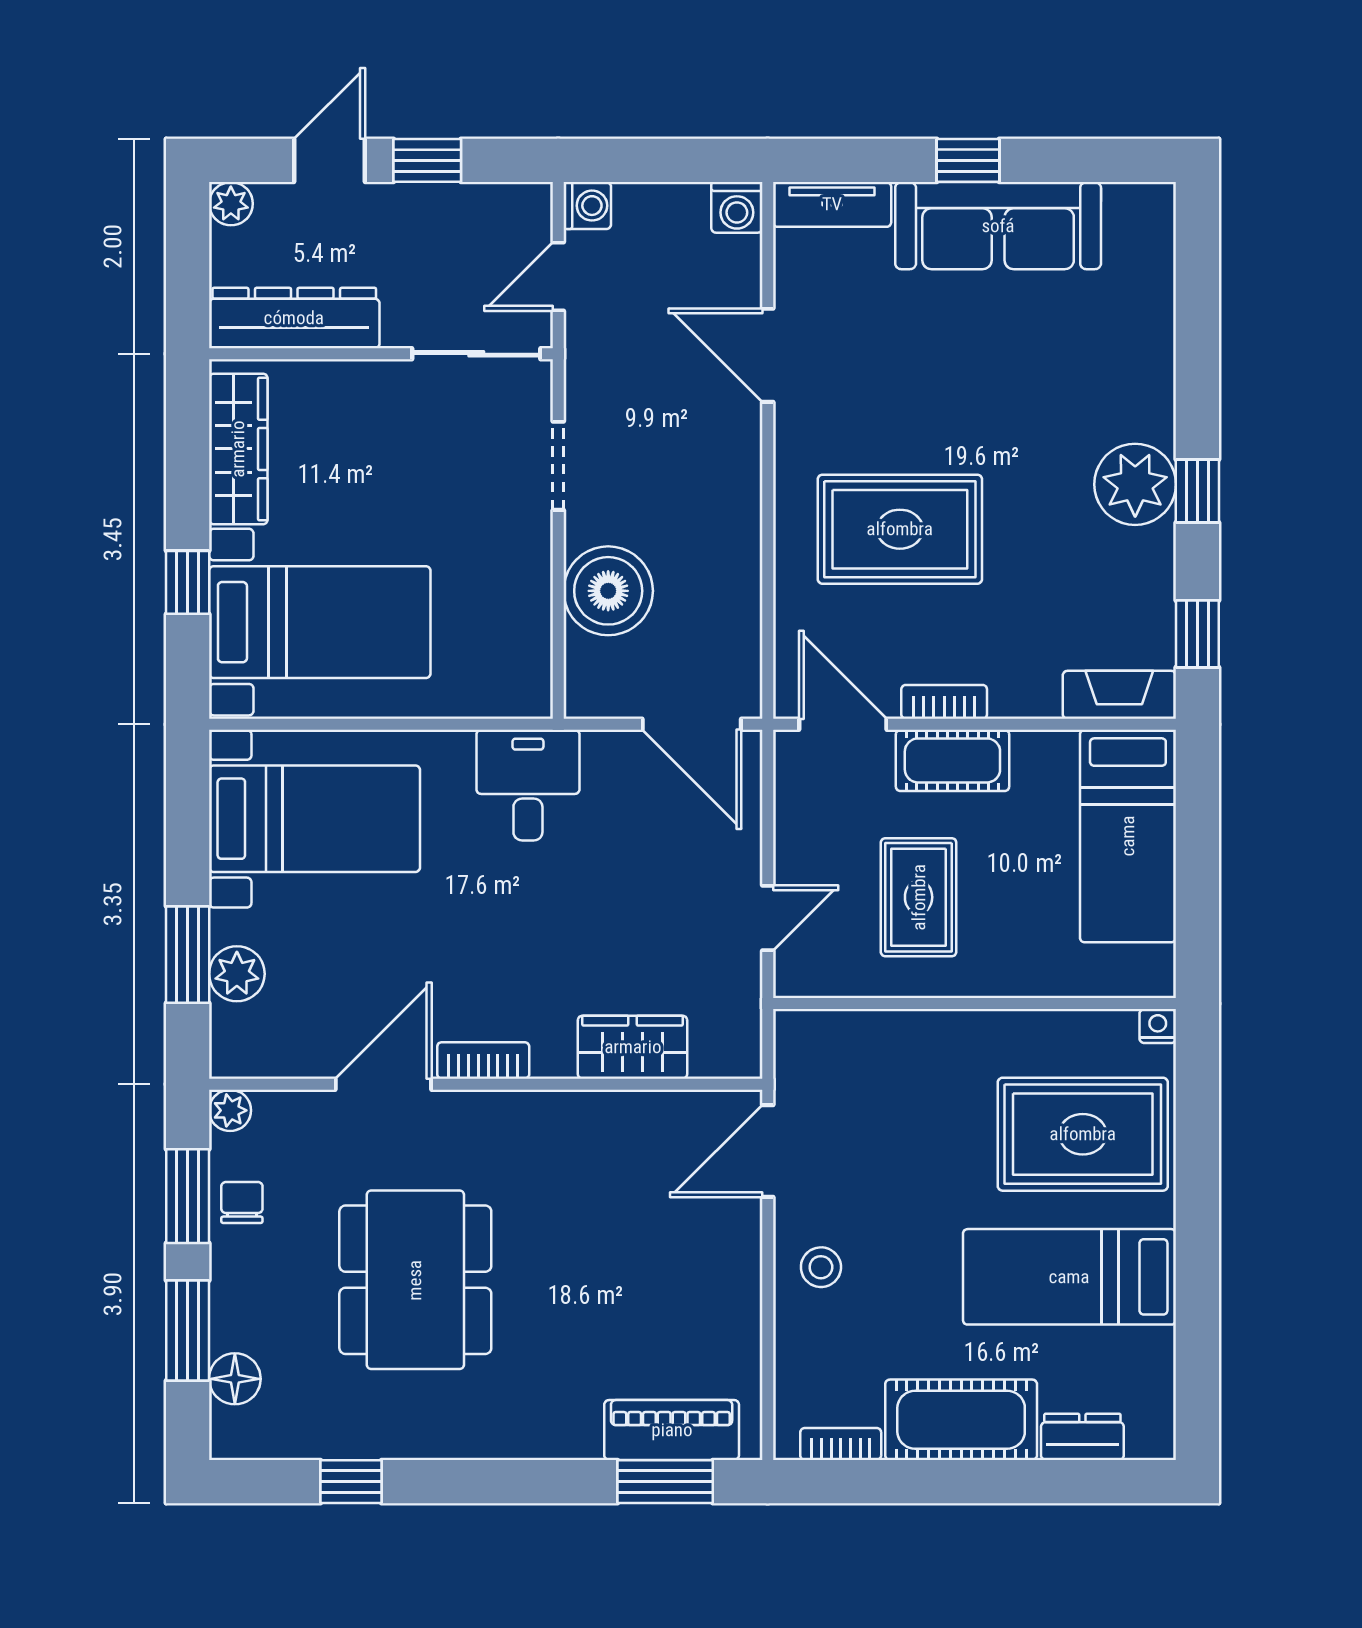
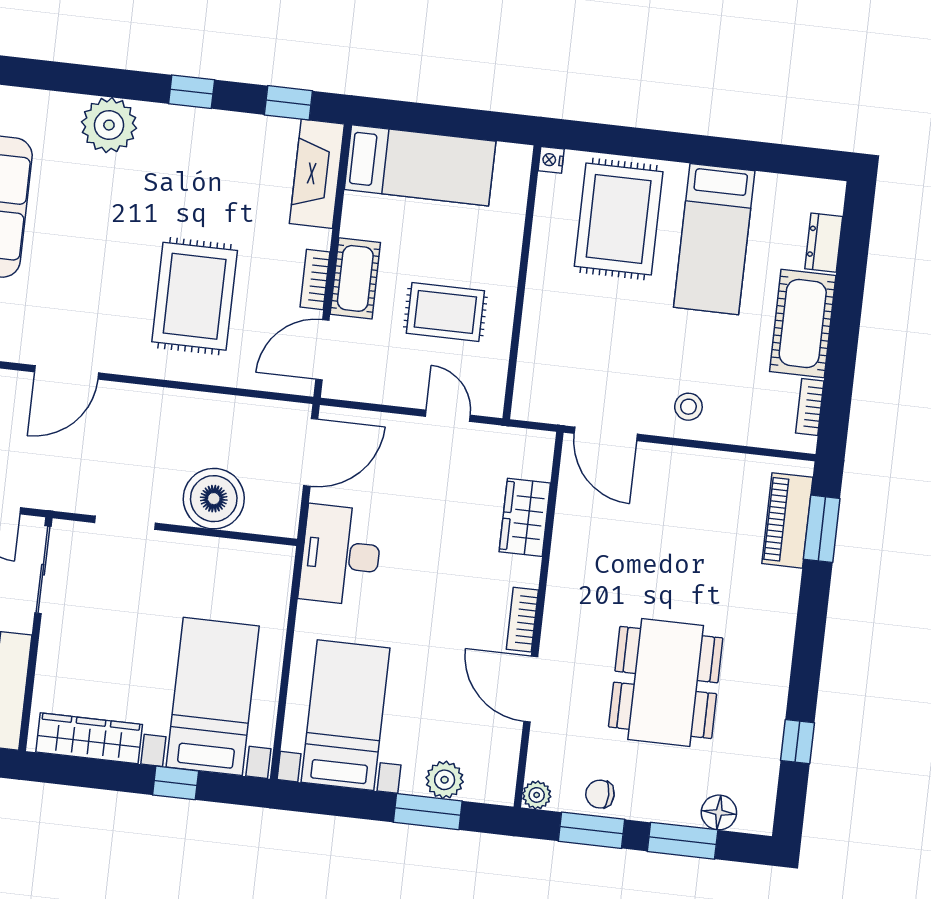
plant: (1135, 484) -> (109, 125), moved
fireplace: (1119, 695) -> (317, 174), width x1.37, depth x1.32
desk: (528, 785) -> (341, 555), width x1.37
dining table: (415, 1280) -> (666, 682), turned 90

